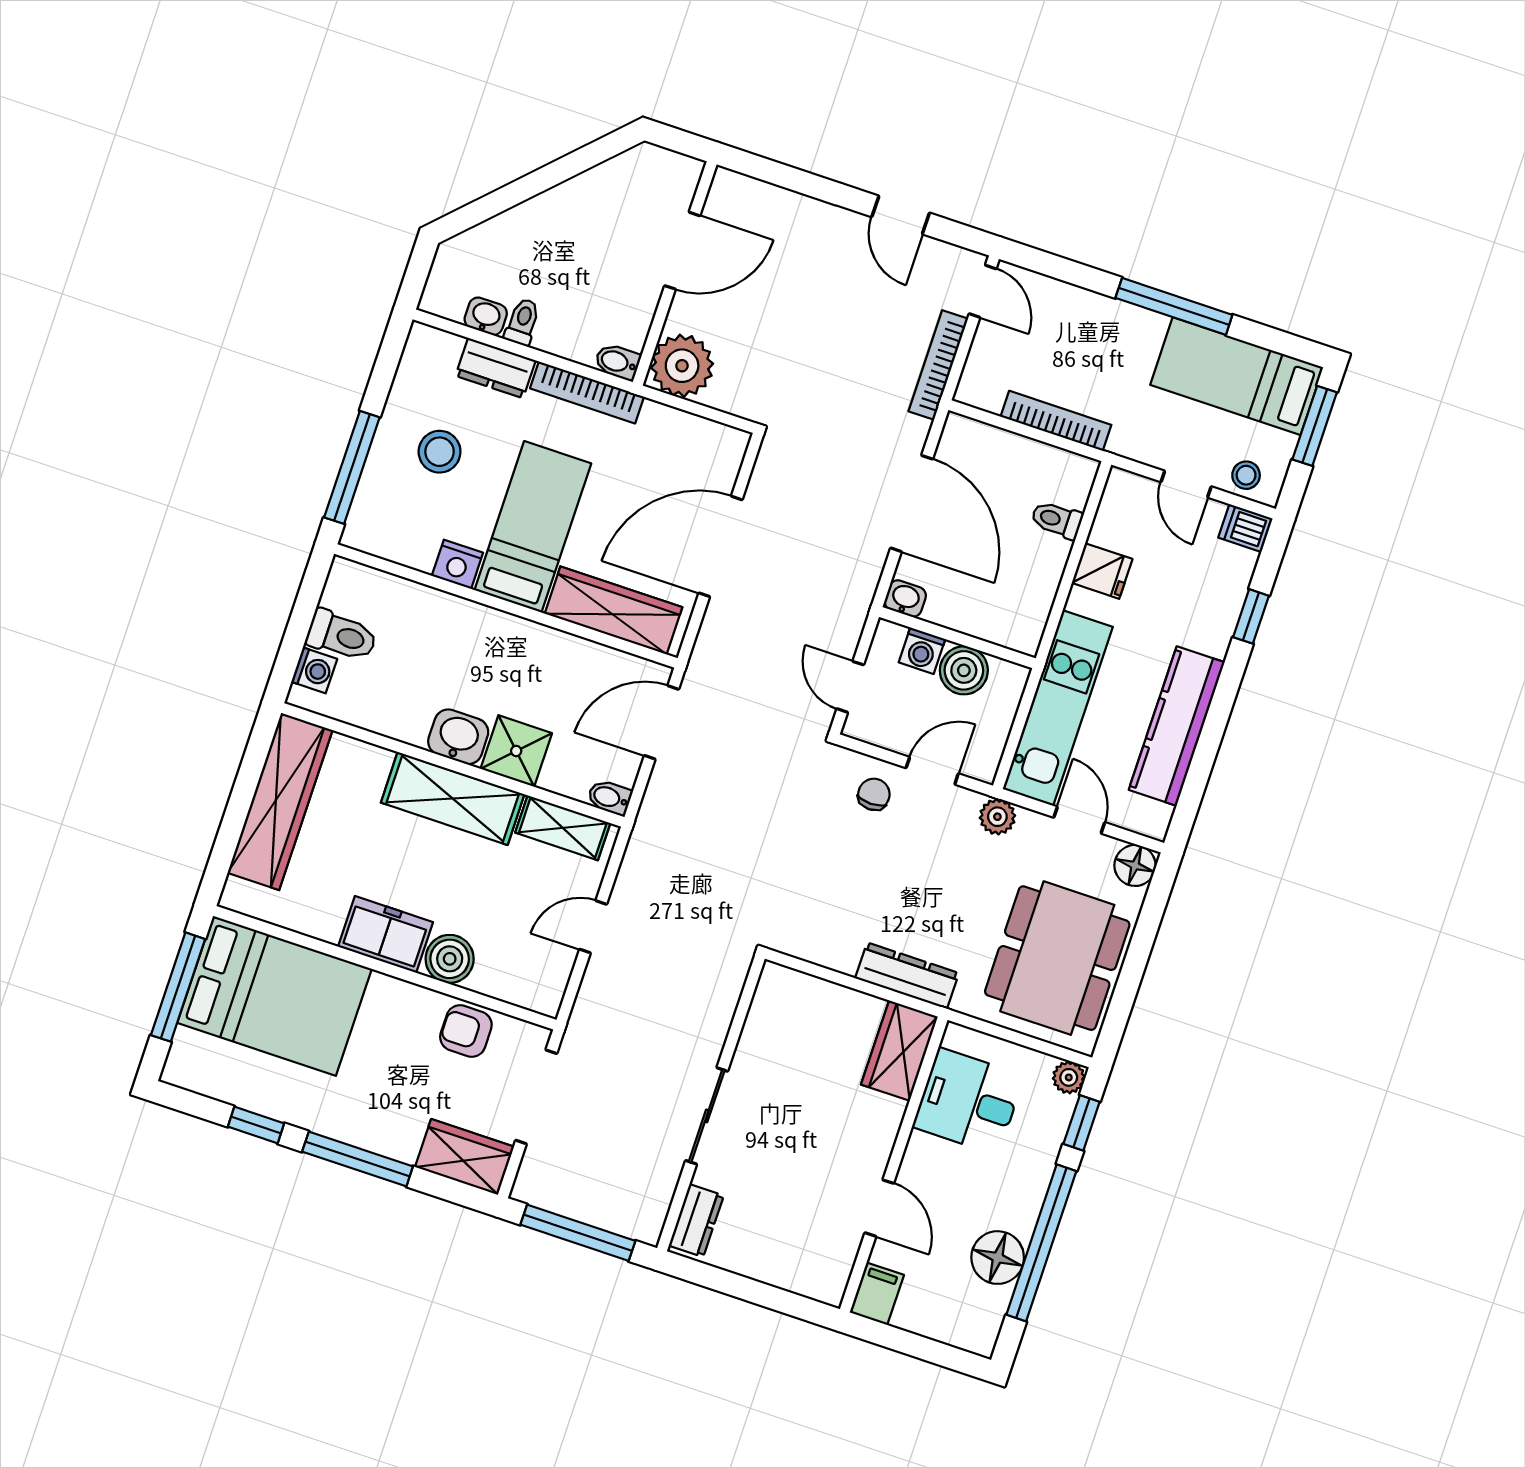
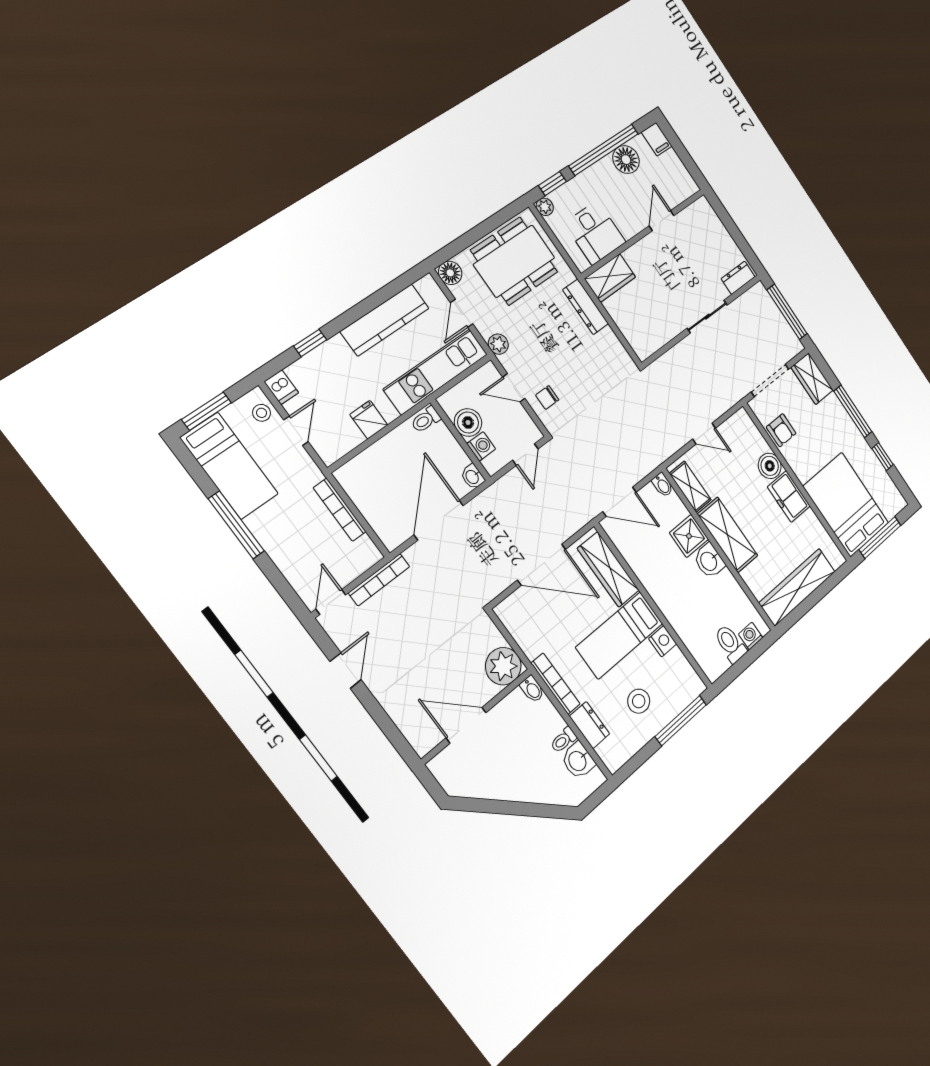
washbasin: (486, 316) -> (578, 761), width x1.38, depth x1.45
toilet: (1057, 520) -> (426, 420), moved, turned 90
filing cabinet: (877, 1294) -> (657, 139), moved, turned -90

